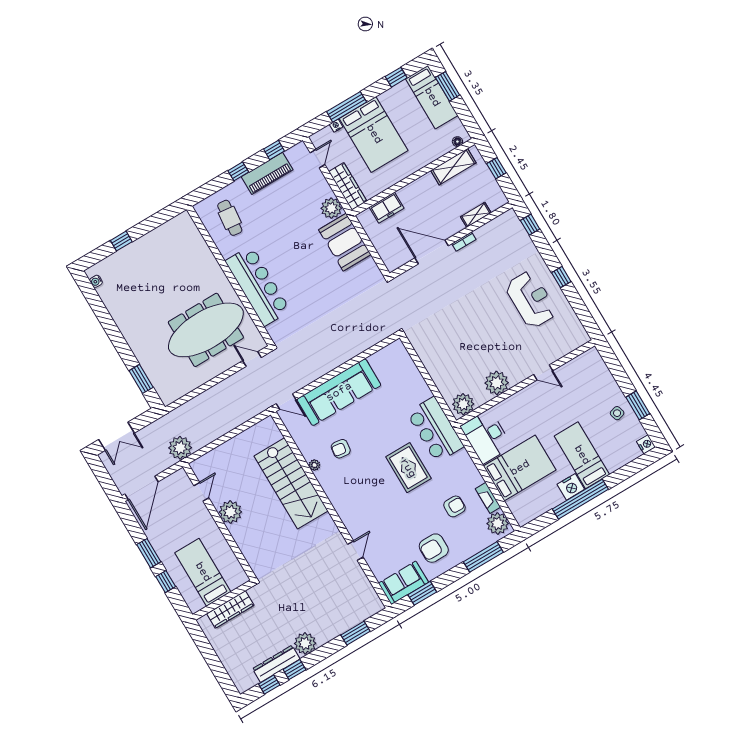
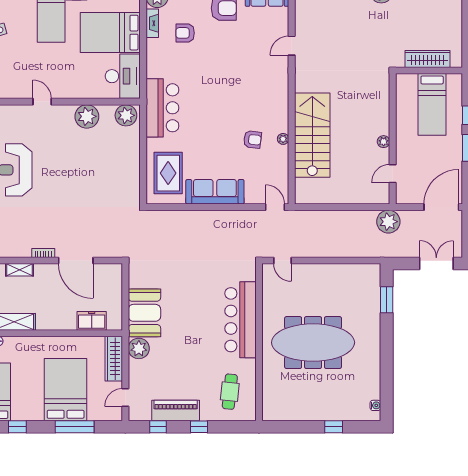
nightstand: (336, 126) -> (93, 416), removed
meeting table: (206, 330) -> (313, 343), moved
sofa: (339, 392) -> (215, 192), width x0.74, depth x0.79
rug: (408, 468) -> (168, 173), moved
plant: (230, 512) -> (384, 142), width x0.53, depth x0.53

